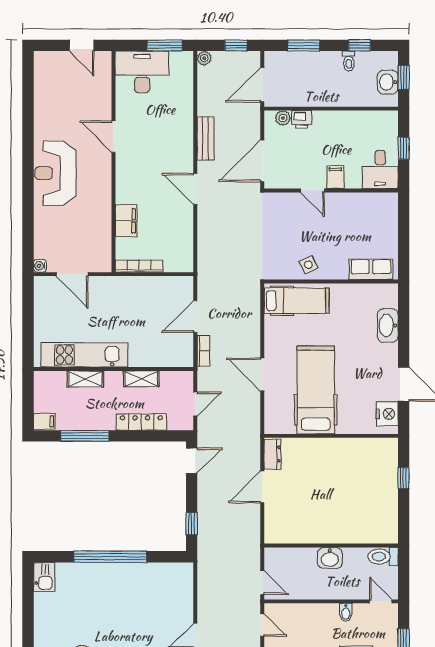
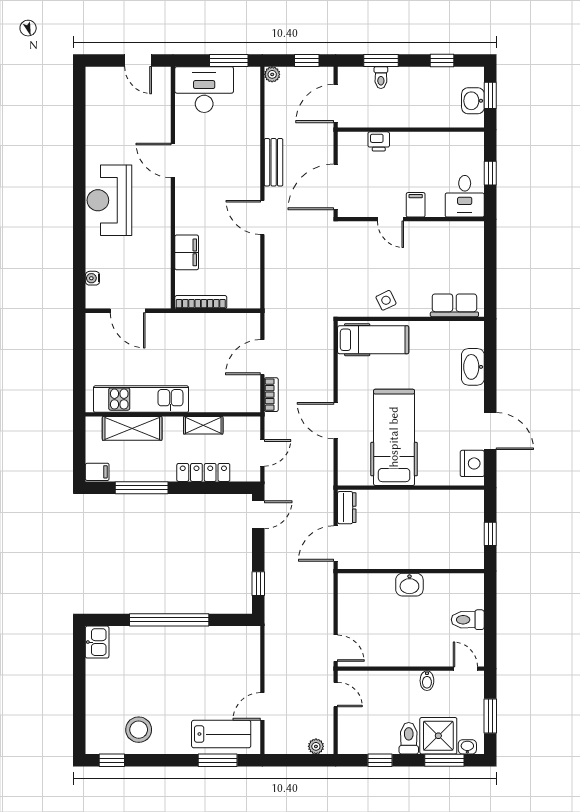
toilet: (349, 61) -> (381, 78), moved
plant: (283, 118) -> (358, 140), removed
water cooler: (40, 266) -> (92, 278), moved
shelving: (85, 379) -> (132, 428), width x1.50, depth x1.33
wall: (331, 546) -> (411, 571), moved
washbasin: (330, 558) -> (409, 585), moved

